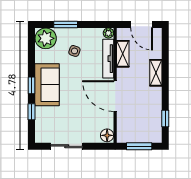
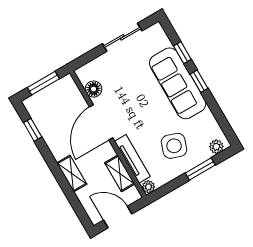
plant: (46, 38) -> (216, 147), width x0.53, depth x0.53
side table: (74, 51) -> (174, 146), width x1.87, depth x1.87
sofa: (47, 85) -> (178, 83), width x1.36
door: (115, 96) -> (101, 122), swing flipped
floor lamp: (107, 135) -> (94, 89), moved

